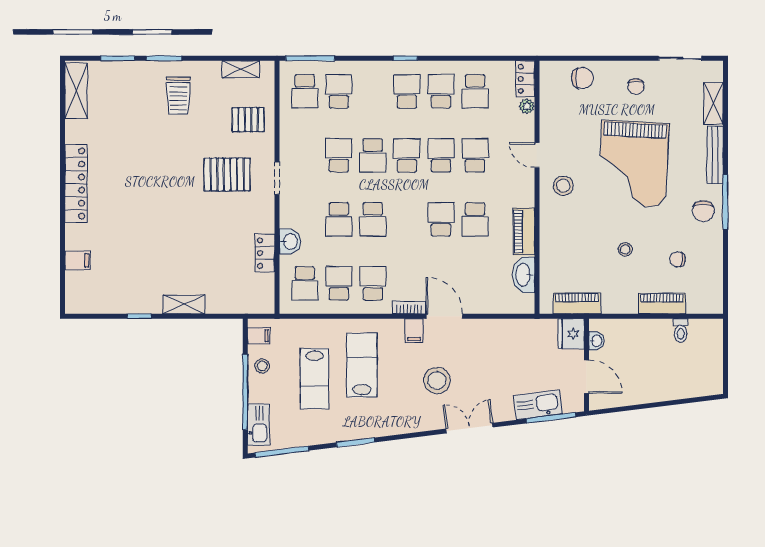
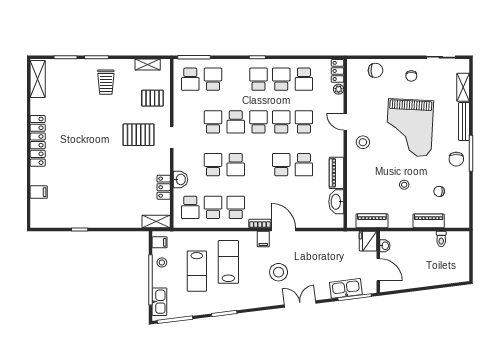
school desk: (339, 219) -> (213, 165), turned 180
shelving: (184, 305) -> (156, 222), moved

